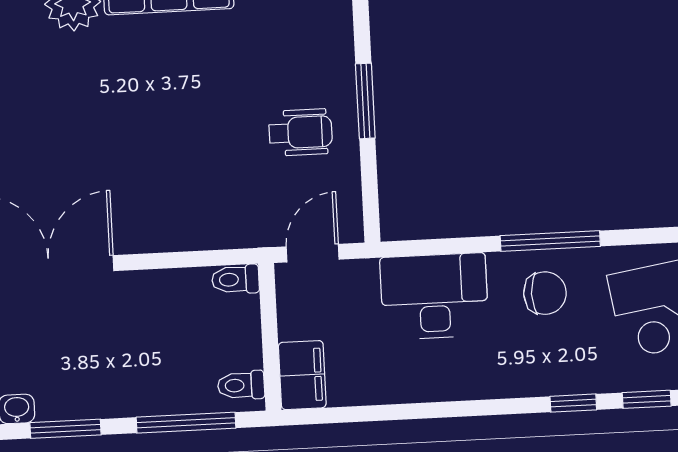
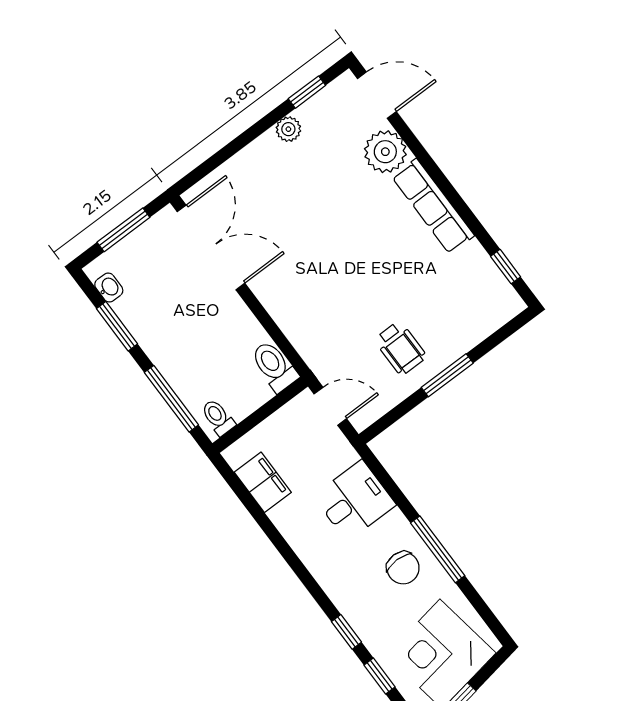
toilet: (235, 279) -> (274, 366), width x1.37, depth x1.39
desk: (434, 296) -> (354, 500), width x0.73
filing cabinet: (302, 375) -> (263, 482), moved, turned -90

